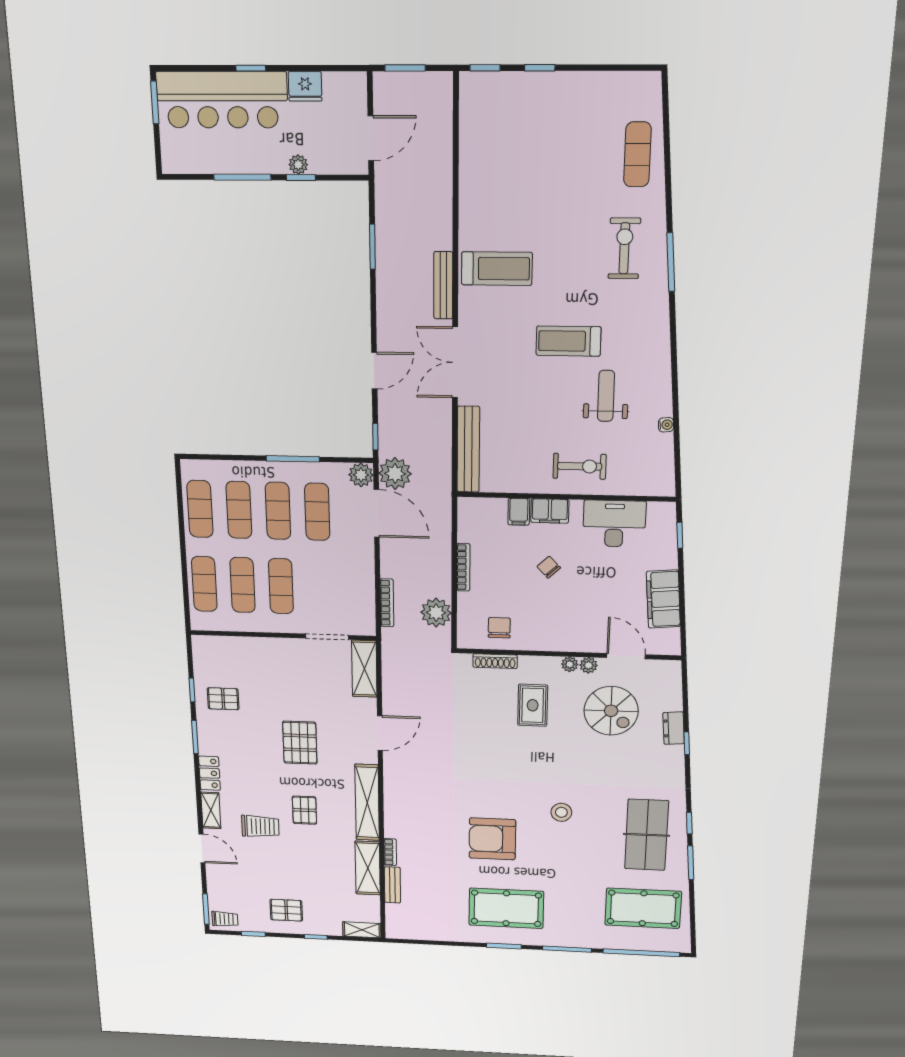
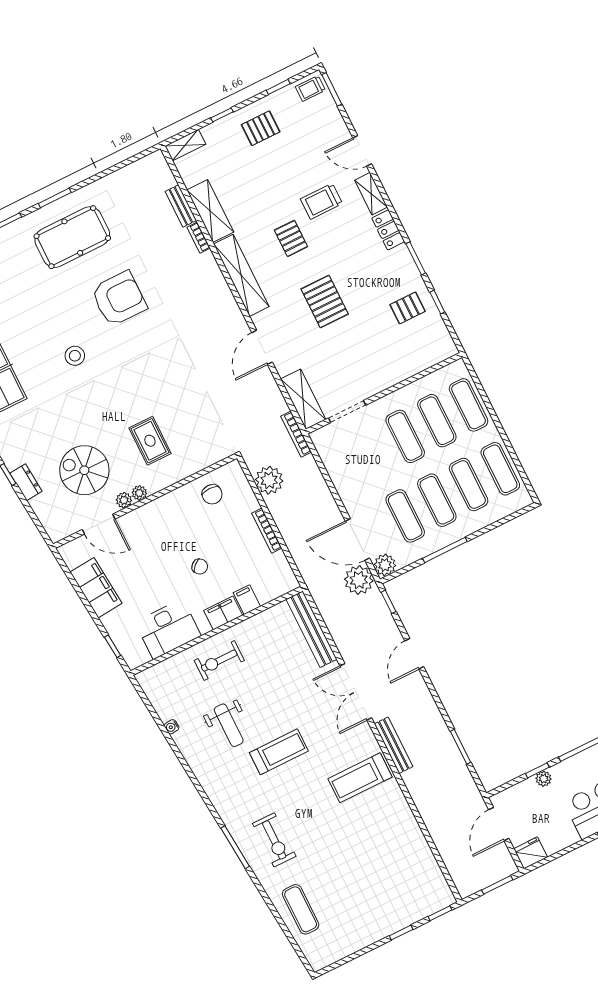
fridge: (305, 86) -> (531, 853), moved
double door: (455, 362) -> (356, 692), swing flipped
bookcase: (387, 603) -> (296, 434), moved
shoe rack: (495, 661) -> (200, 463), removed

